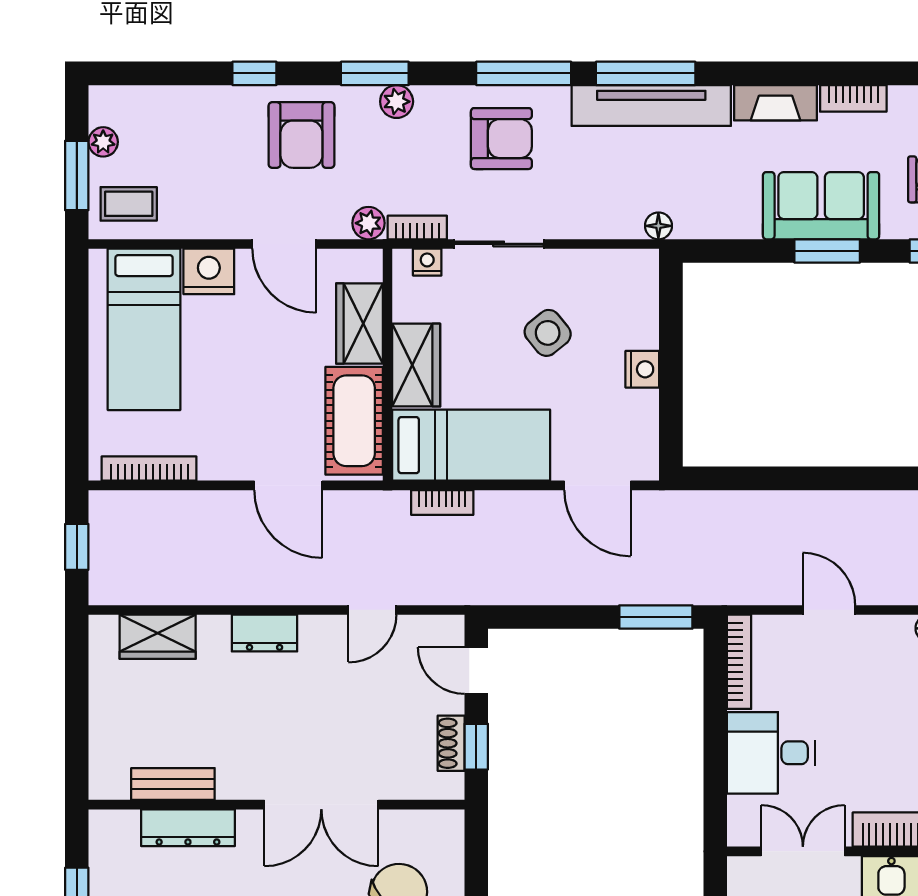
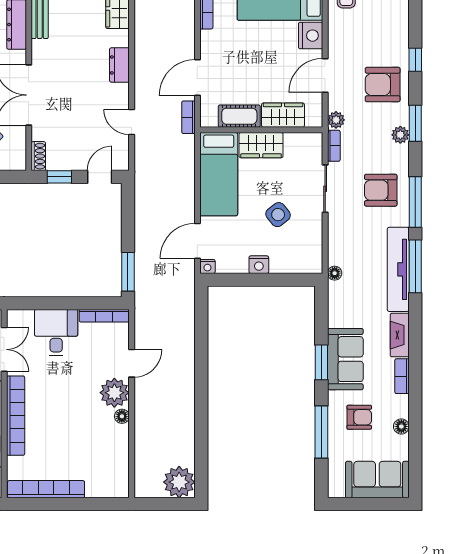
armchair: (501, 139) -> (381, 190), turned 90
nightstand: (427, 262) -> (207, 266), moved, turned 90
cot: (354, 421) -> (239, 116), width x0.73, depth x0.75
bookcase: (442, 502) -> (188, 117), moved
plant: (885, 642) -> (114, 393), added
shoe rack: (451, 743) -> (38, 156), moved, turned 90

